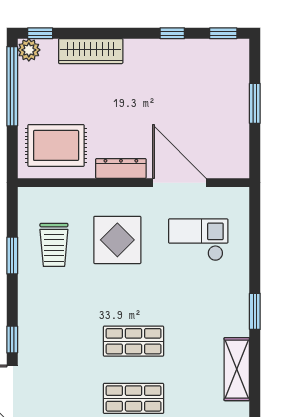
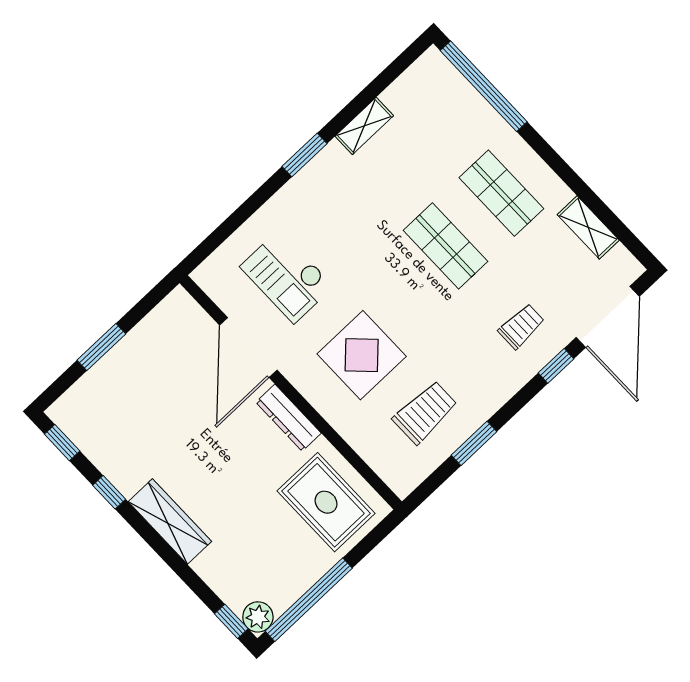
wardrobe: (91, 51) -> (170, 522), moved
trolley: (51, 341) -> (521, 326), added
shelving: (237, 369) -> (364, 126), width x0.67, depth x0.75

